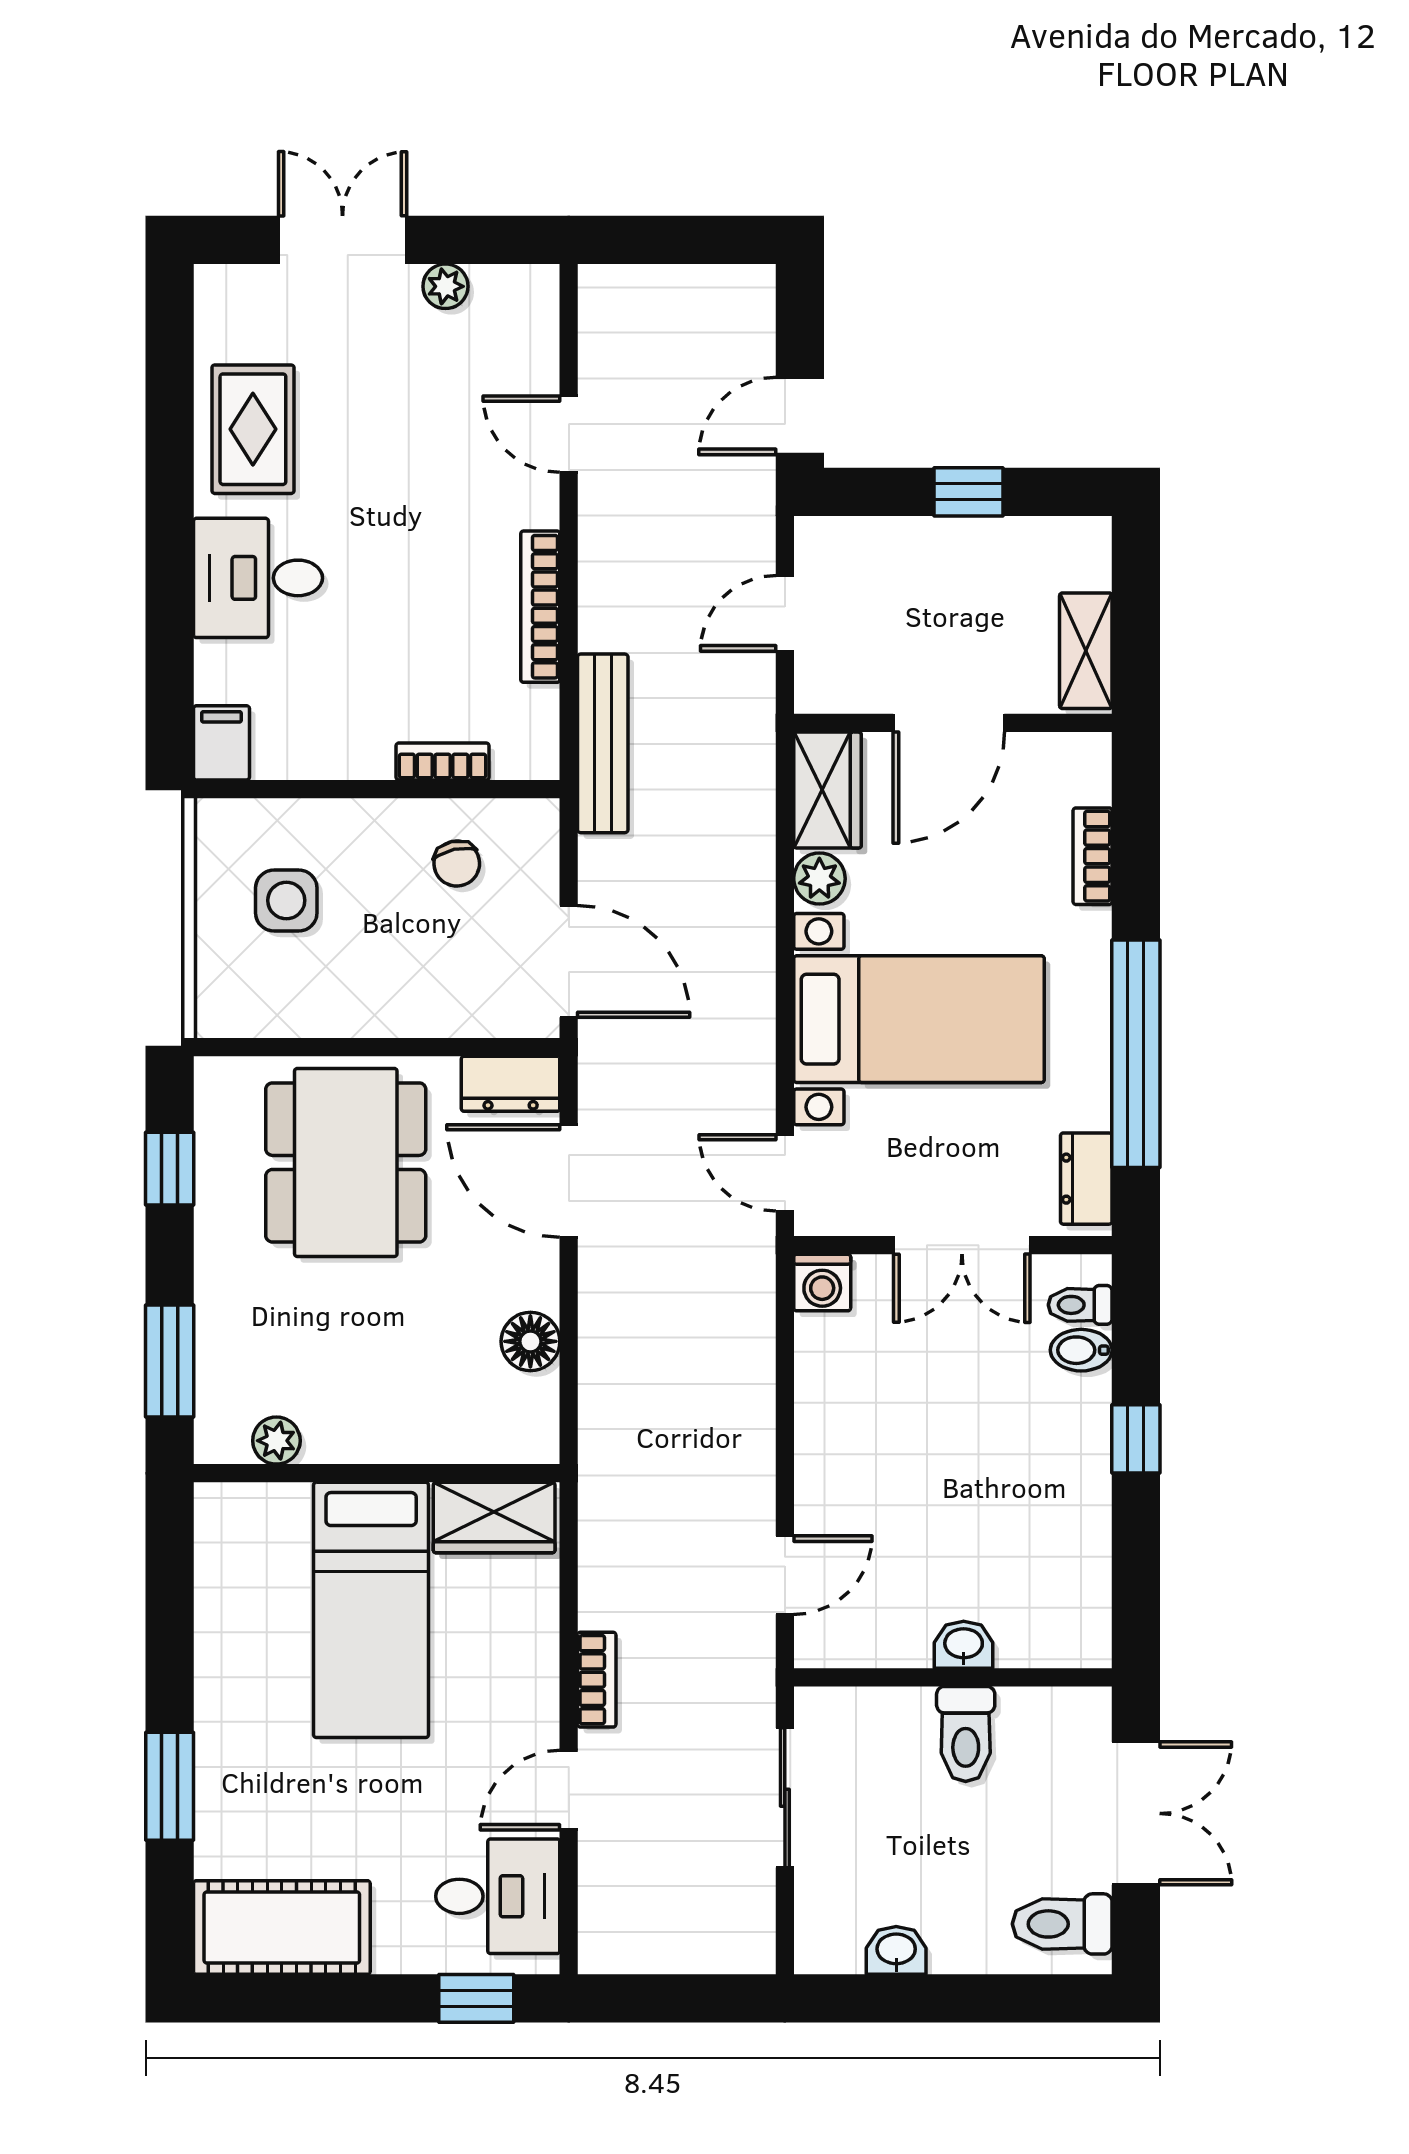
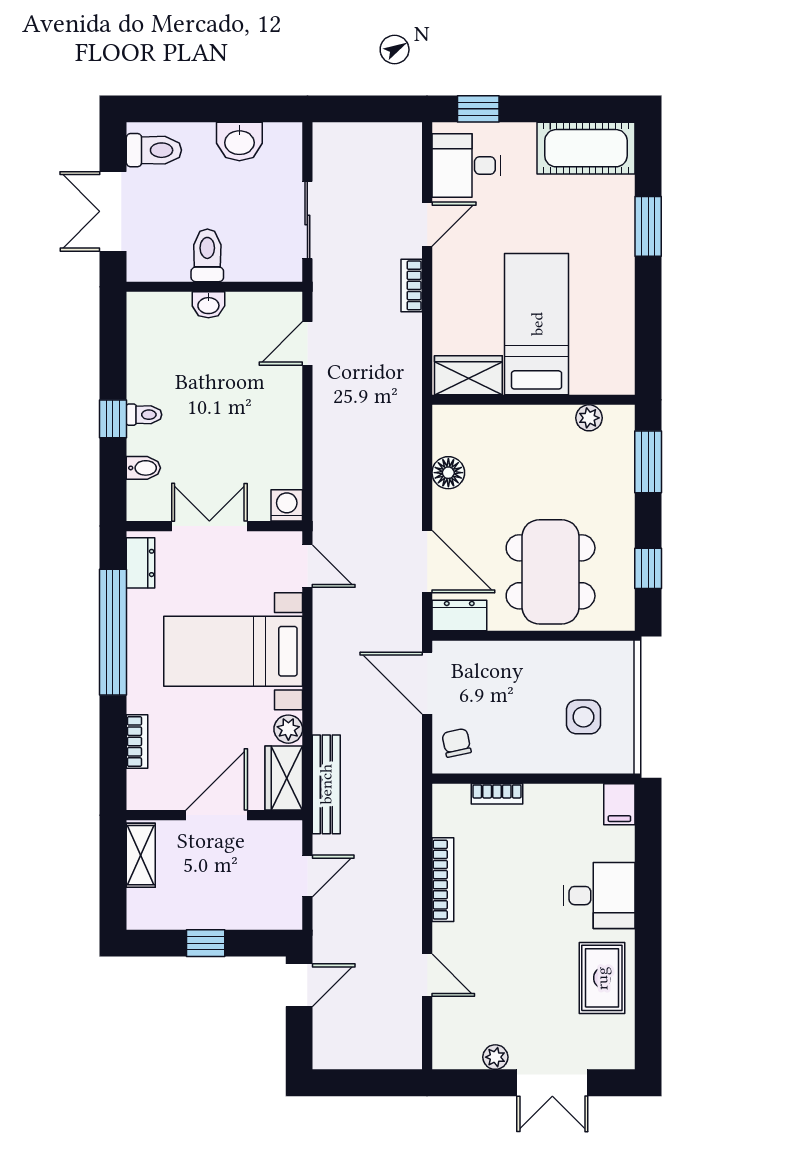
bench: (603, 743) -> (326, 784), moved
chair: (457, 863) -> (457, 743), moved
toilet: (1080, 1305) -> (144, 415), moved
washbasin: (896, 1950) -> (239, 141), width x1.38, depth x1.45

